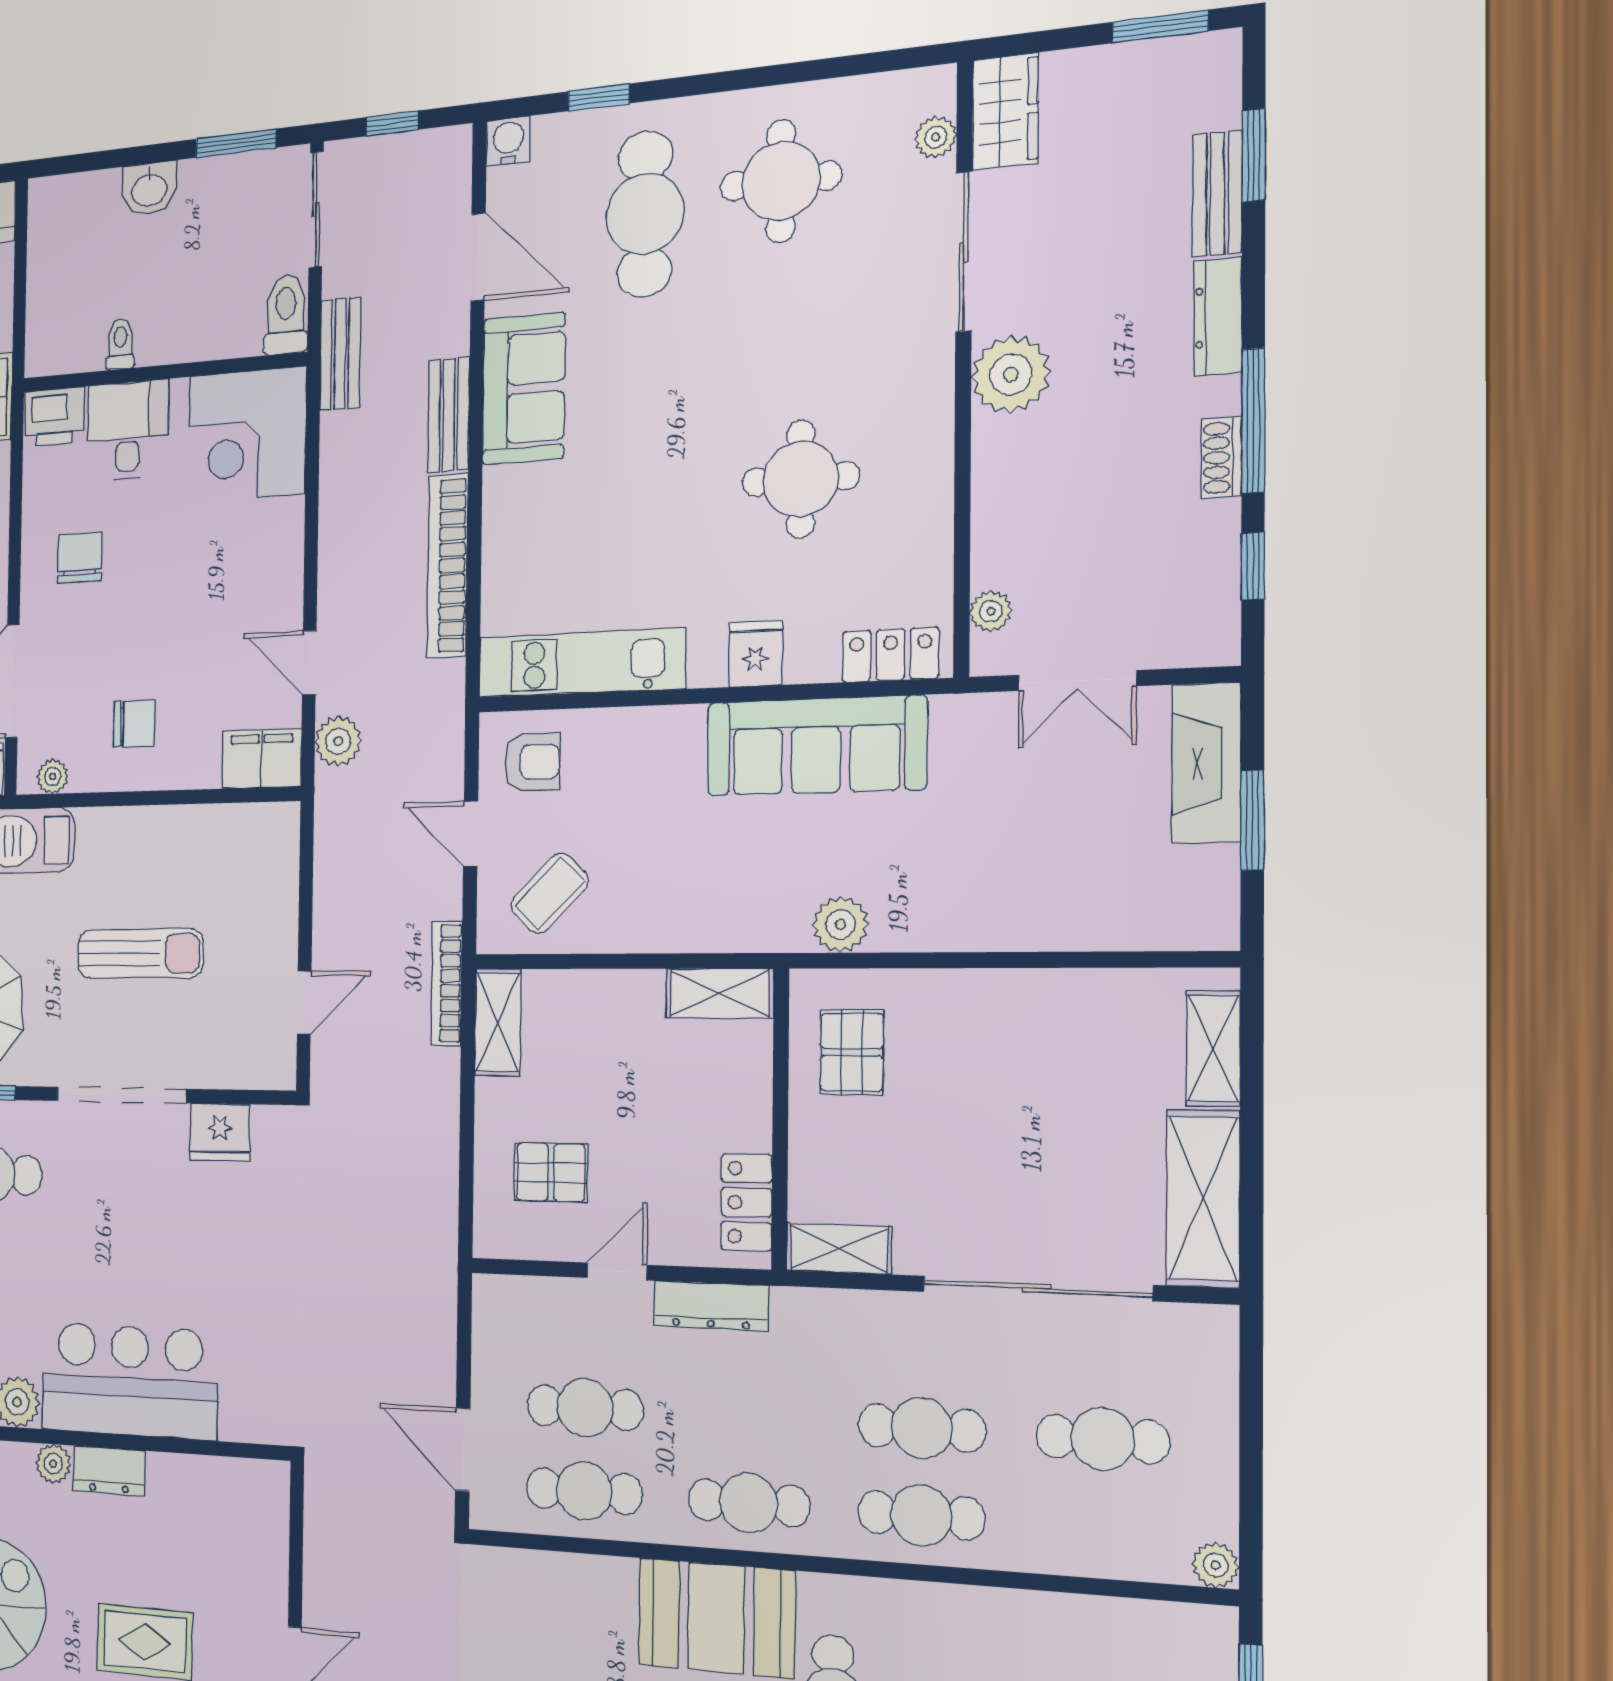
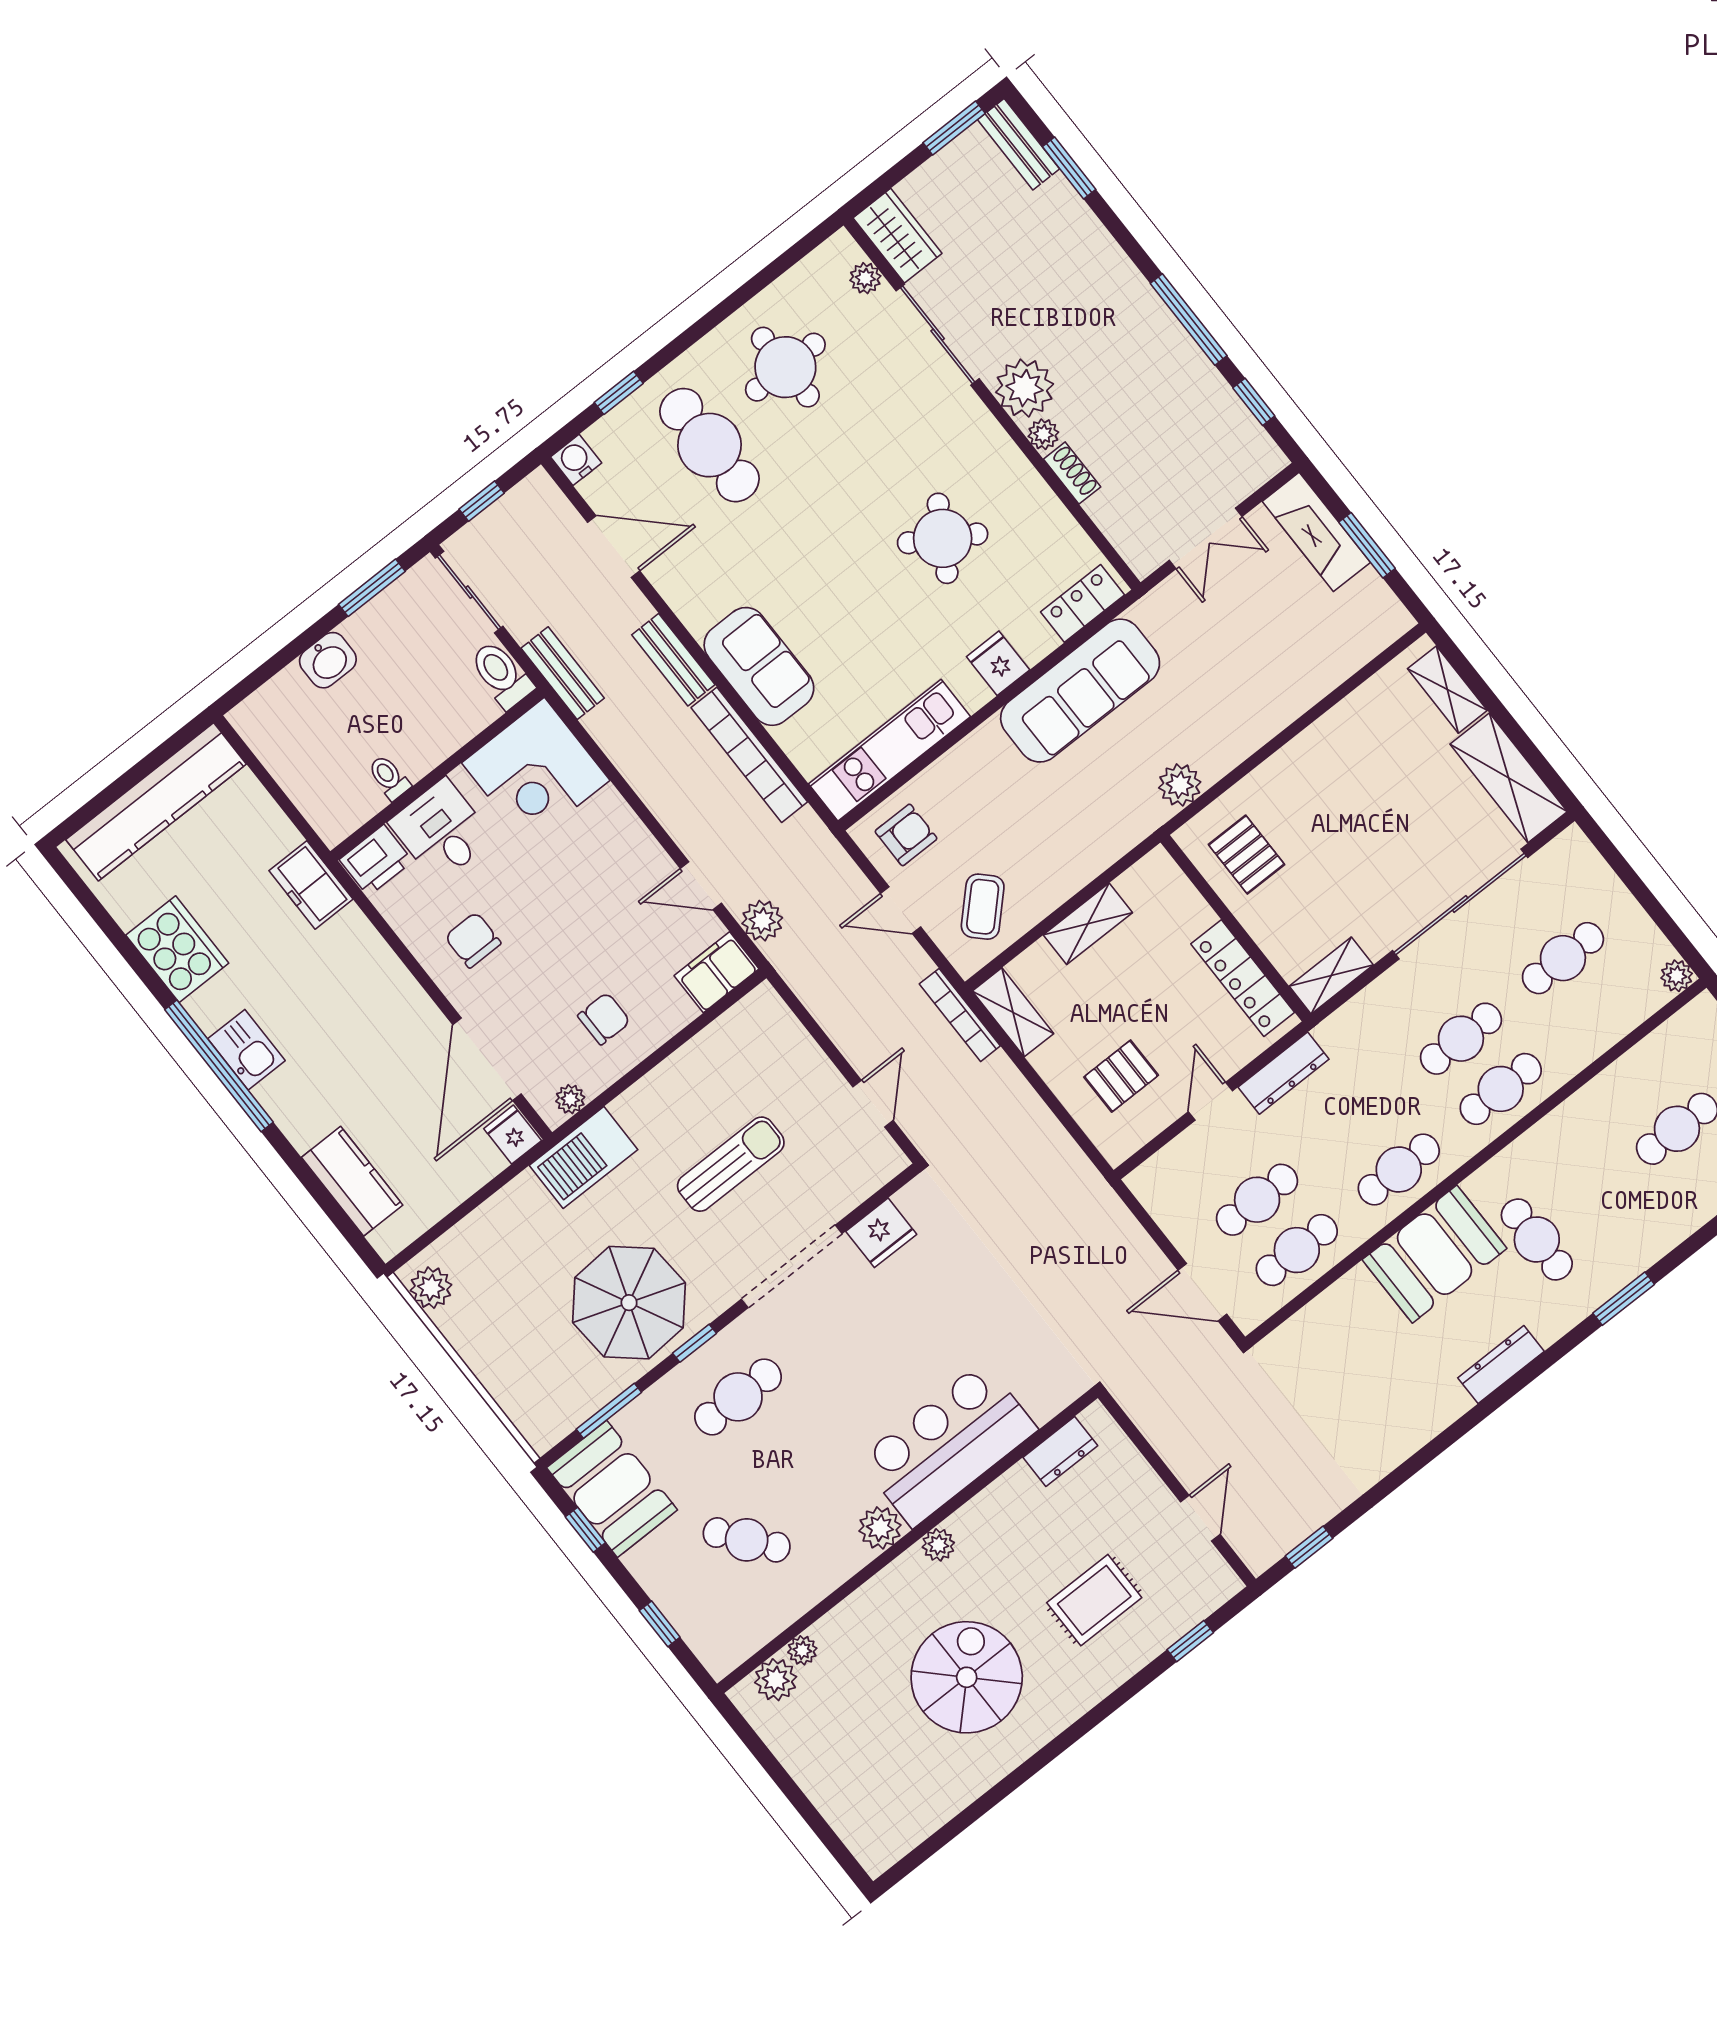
bench: (1217, 193) -> (1018, 144), moved
dresser: (1218, 317) -> (1121, 274), removed
sofa: (524, 389) -> (759, 666), moved
shoe rack: (1221, 457) -> (1072, 473), moved, turned 180
round table: (801, 479) -> (943, 538), turned 31
plant: (991, 611) -> (1043, 434), moved
shelving: (720, 993) -> (1088, 924), moved
locker: (747, 1202) -> (1243, 978), width x1.53
dresser: (109, 1471) -> (1060, 1451), moved

